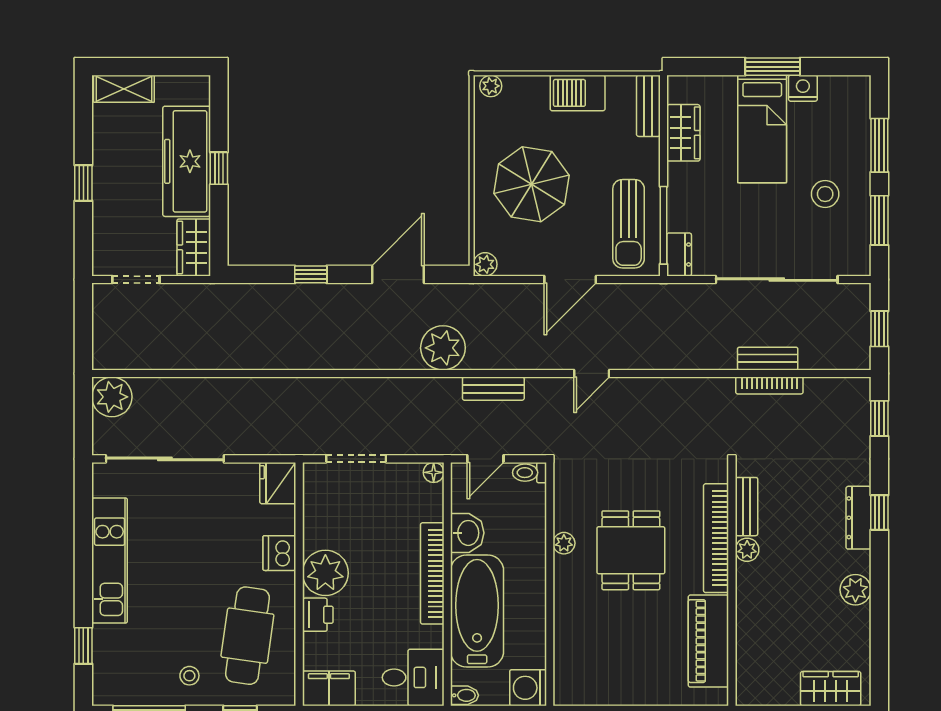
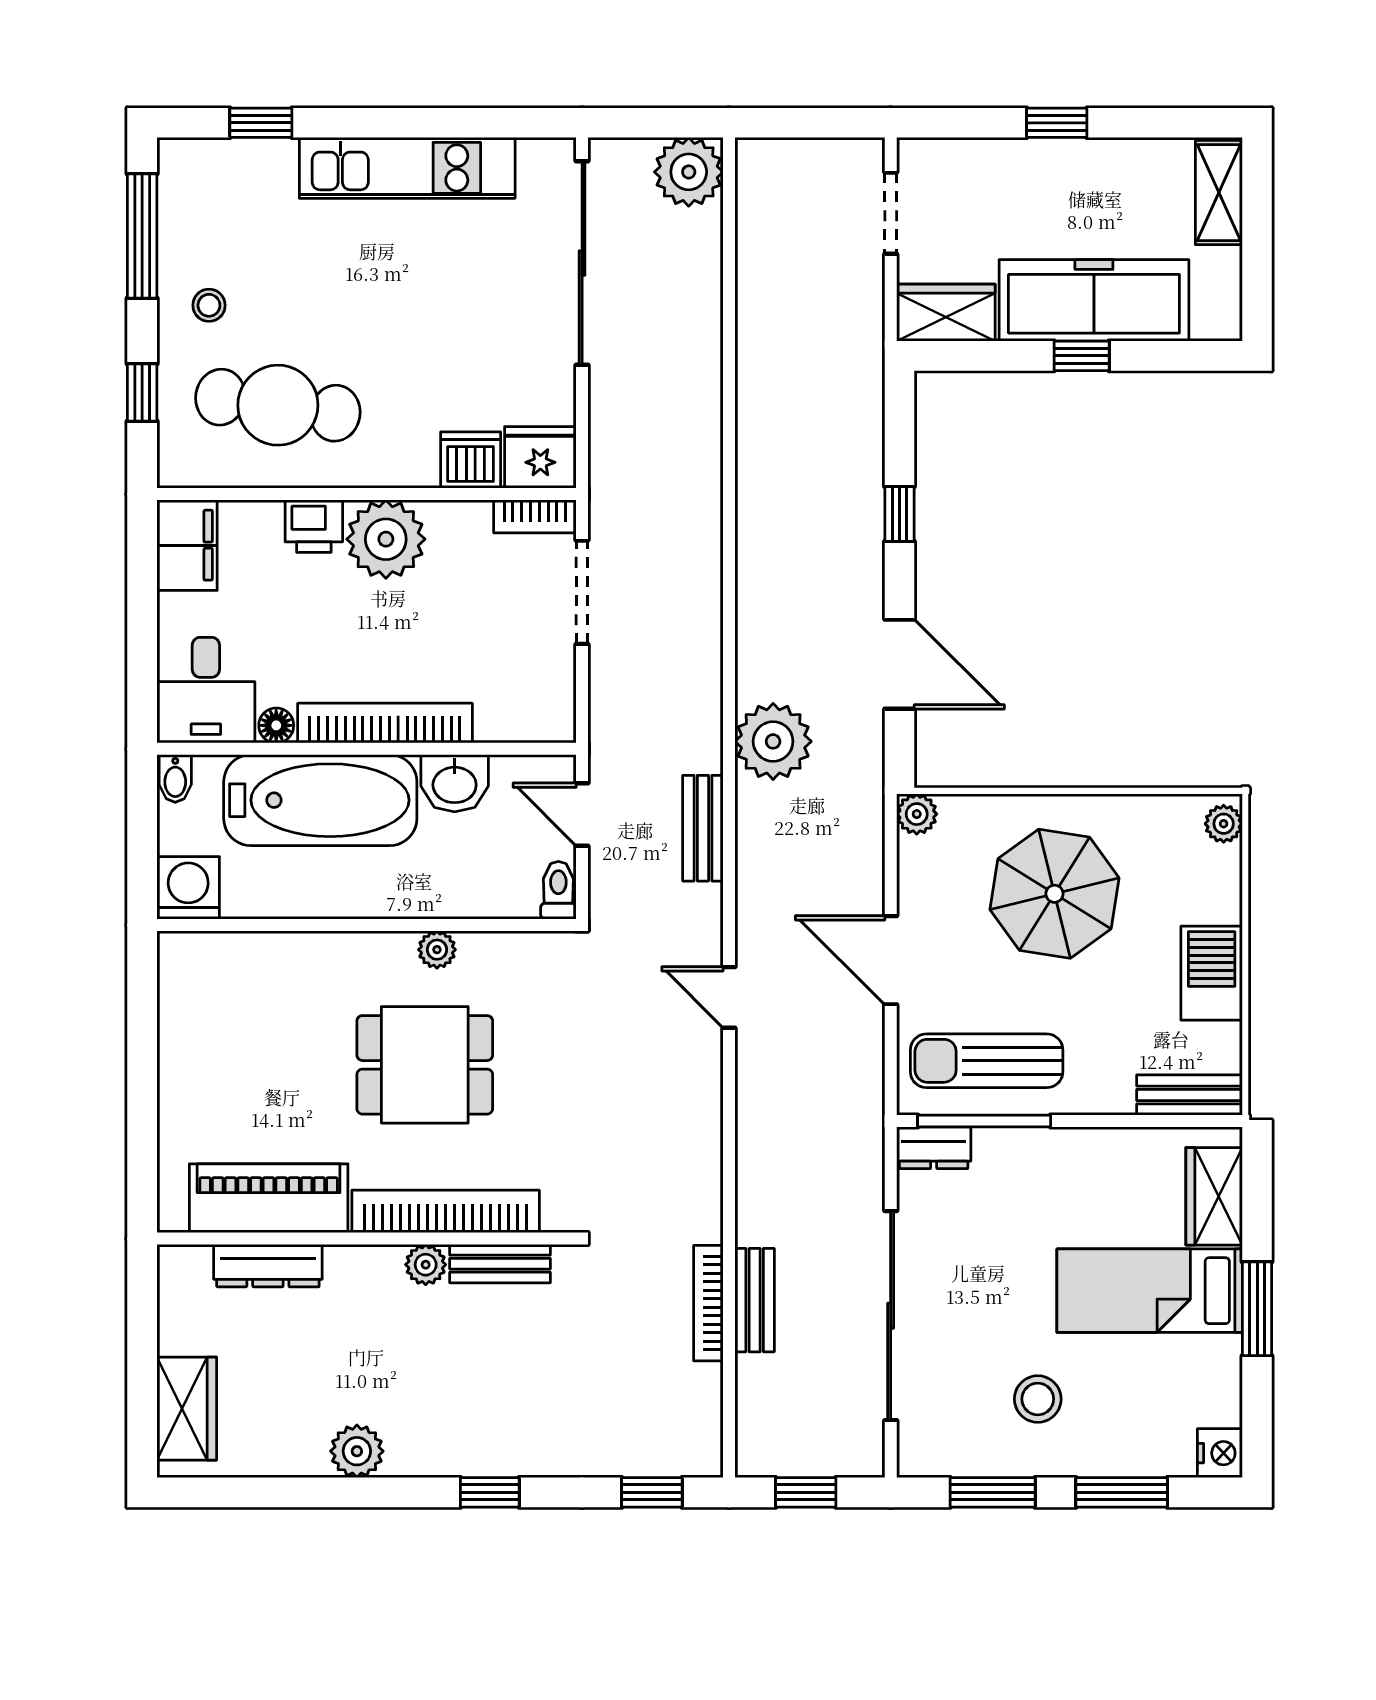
nightstand: (803, 88) -> (1220, 1453), moved
wardrobe: (683, 133) -> (1214, 1196), moved, turned 90
floor lamp: (434, 472) -> (276, 725), moved
bookcase: (312, 486) -> (535, 516), added
dresser: (858, 518) -> (268, 1266), moved, turned 180
dishwasher: (279, 553) -> (471, 460), moved

